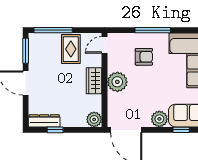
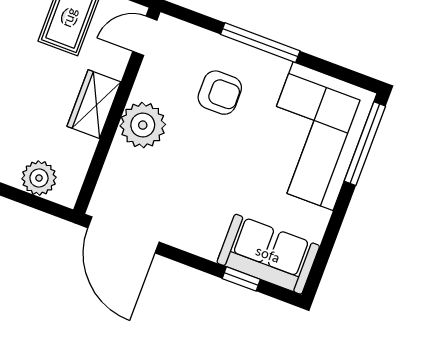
plant: (94, 119) -> (39, 178), moved
plant: (159, 119) -> (203, 238), removed

